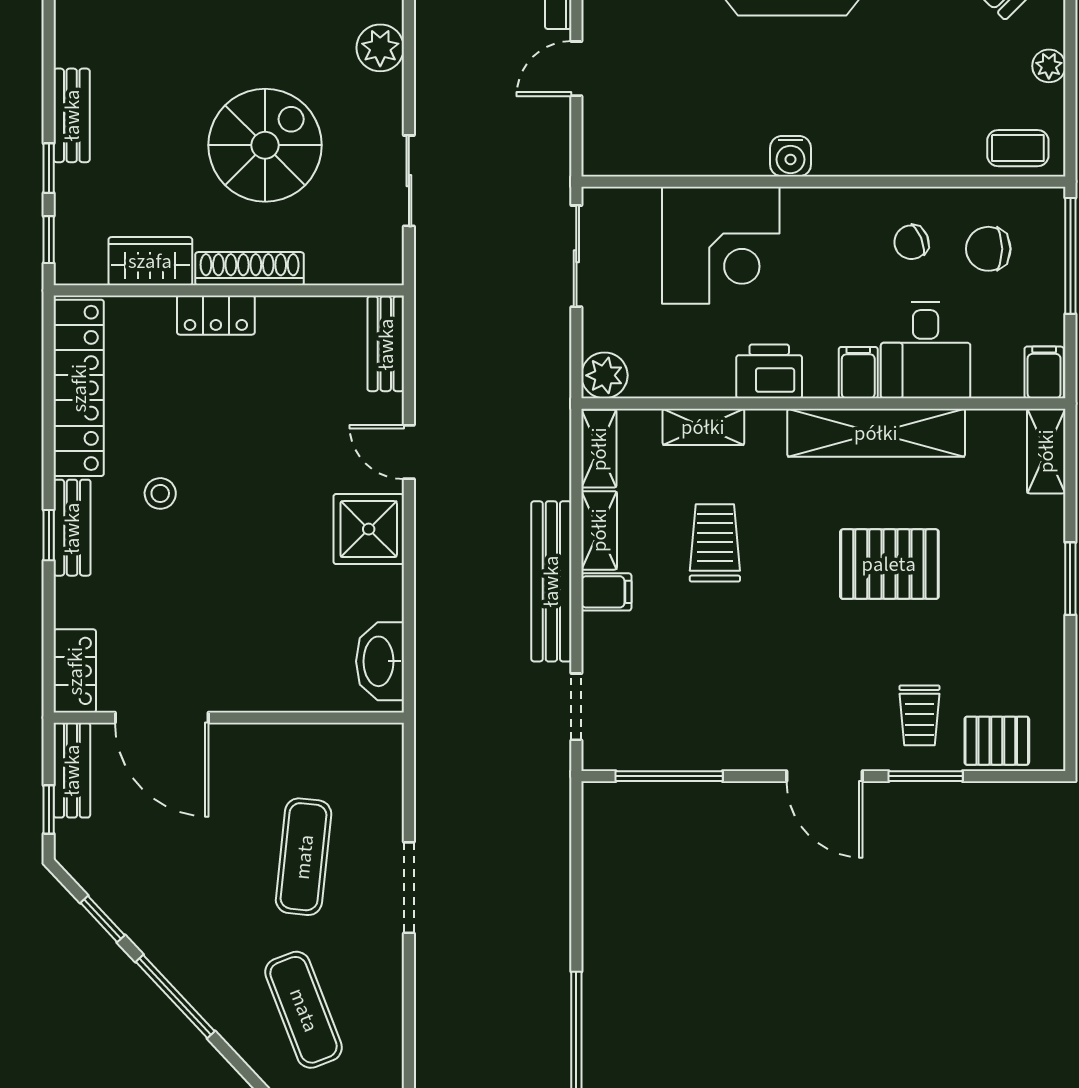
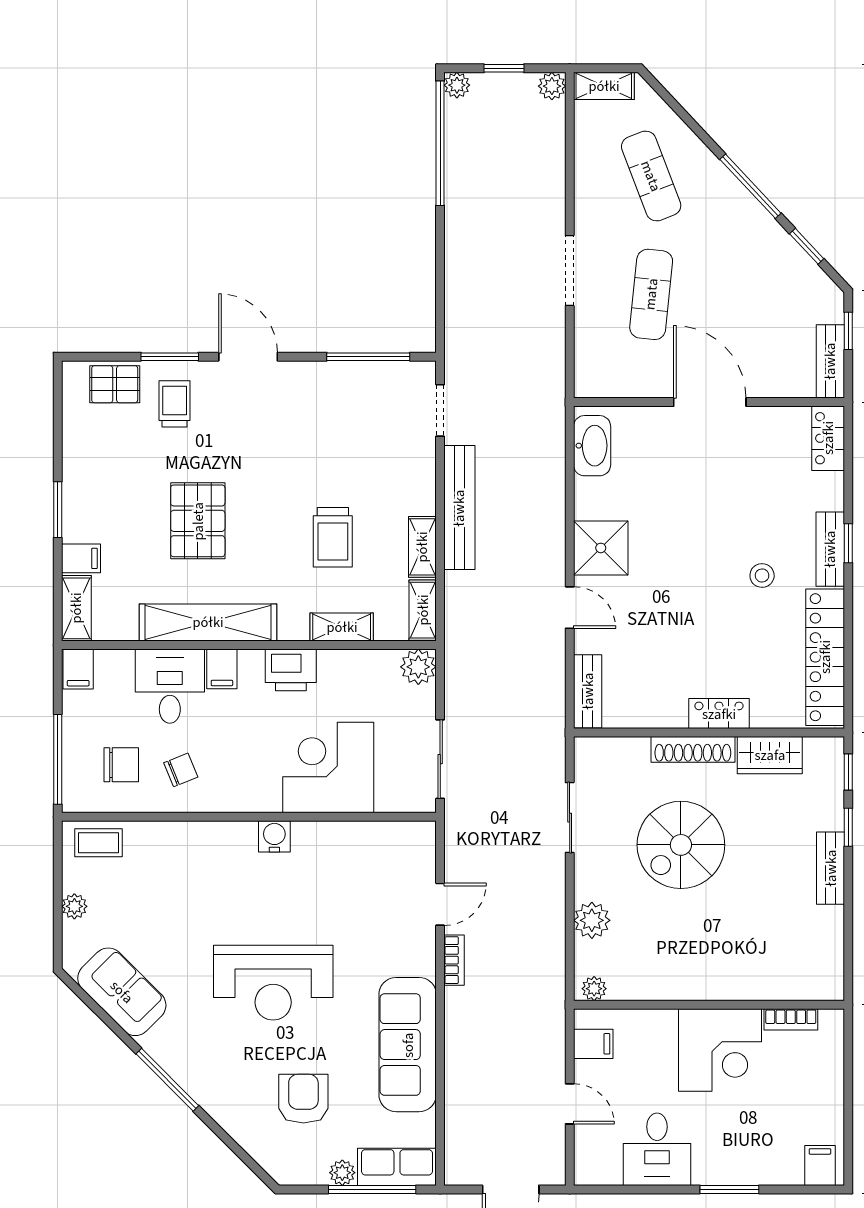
pallet: (889, 564) -> (198, 521), turned 90
filing cabinet: (606, 592) -> (81, 558), moved, turned 180
door: (162, 718) -> (710, 402), moved

